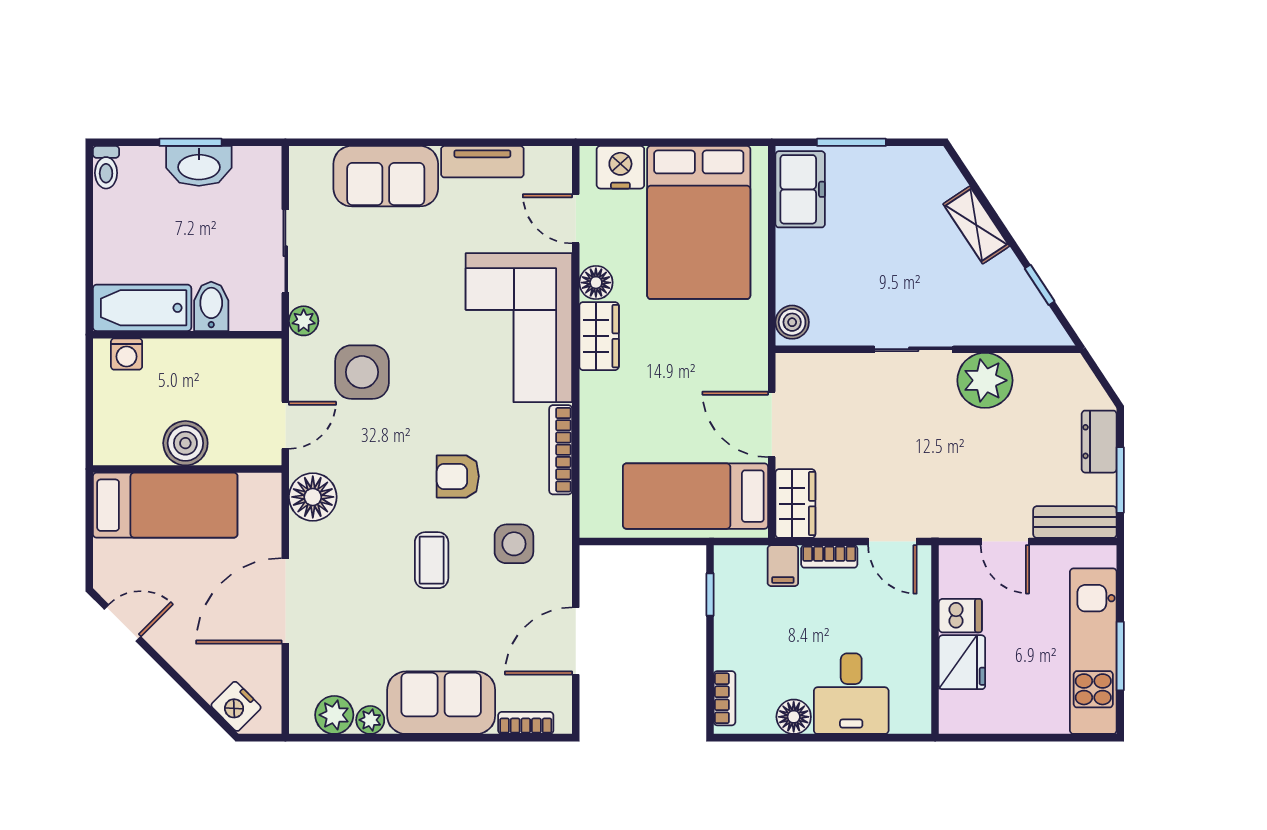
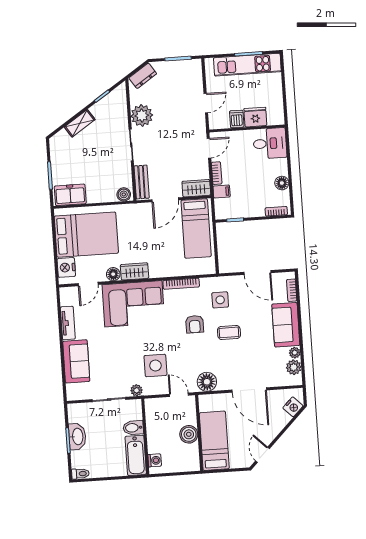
dresser: (1099, 442) -> (143, 76), moved, turned -33
bench: (1075, 522) -> (142, 182), moved
desk: (851, 694) -> (270, 143), moved

